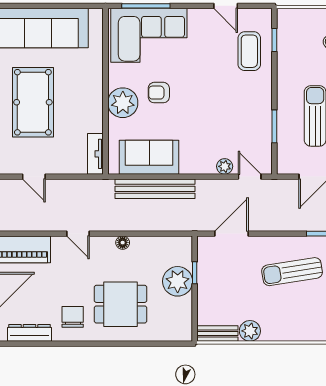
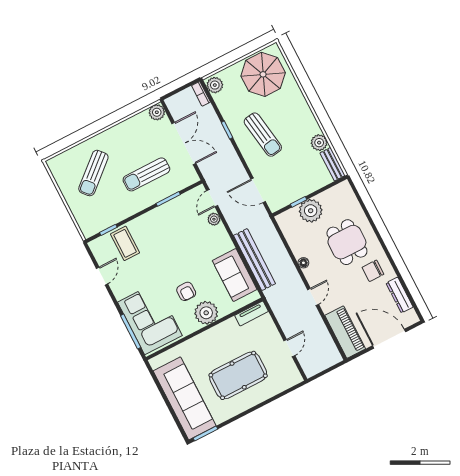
coffee table: (249, 51) -> (125, 243), turned 90

